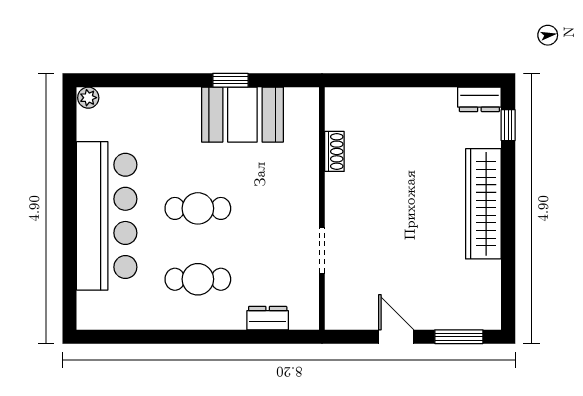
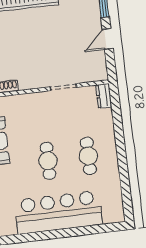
dresser: (268, 318) -> (104, 96), moved

